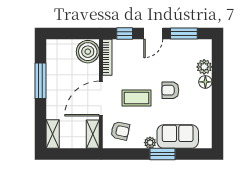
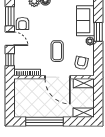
boiler: (88, 52) -> (23, 87), removed
window: (41, 81) -> (45, 121), width x1.46
armchair: (170, 90) -> (22, 23), moved

